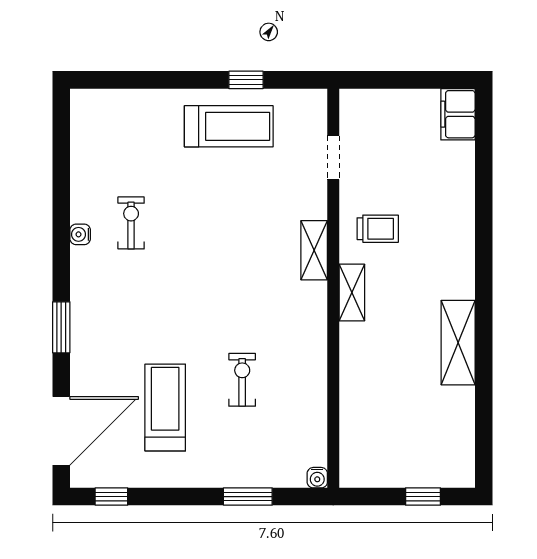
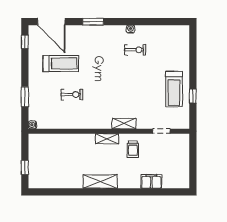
filing cabinet: (458, 114) -> (151, 181), moved
shelving: (458, 343) -> (100, 182), moved

